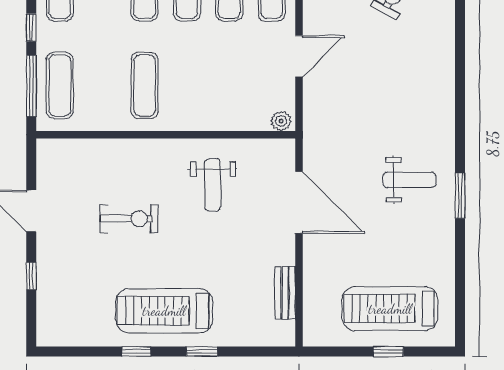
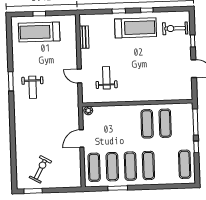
exercise mat: (60, 85) -> (165, 123), moved
weight bench: (409, 180) -> (33, 87), turned -90
weight bench: (213, 185) -> (106, 78), moved
door: (299, 202) -> (79, 76), width x0.53
exercise bike: (129, 219) -> (175, 28), moved
treadmill: (390, 309) -> (39, 32), turned 180

